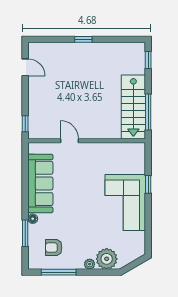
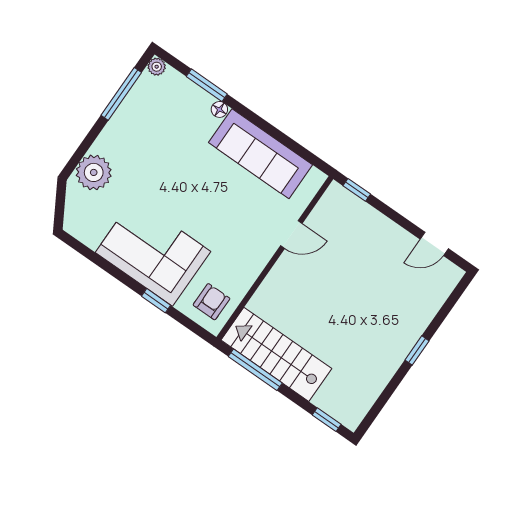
armchair: (54, 248) -> (211, 302), moved
plant: (90, 264) -> (157, 67), moved

